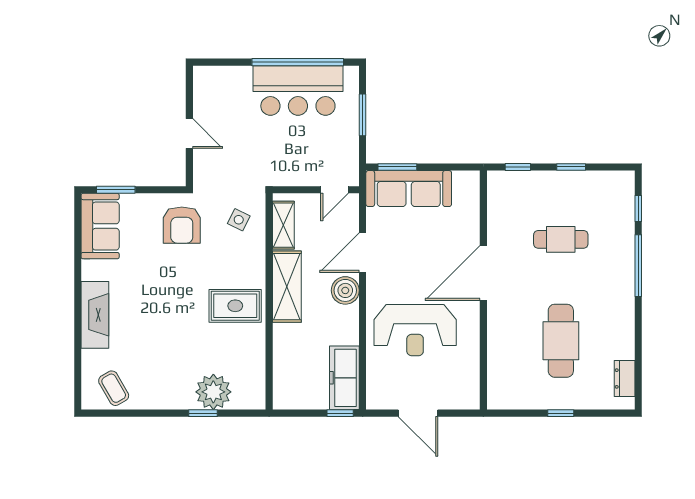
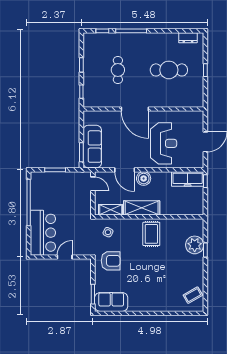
bar counter: (298, 91) -> (43, 233), moved
fireplace: (95, 315) -> (156, 305), removed

